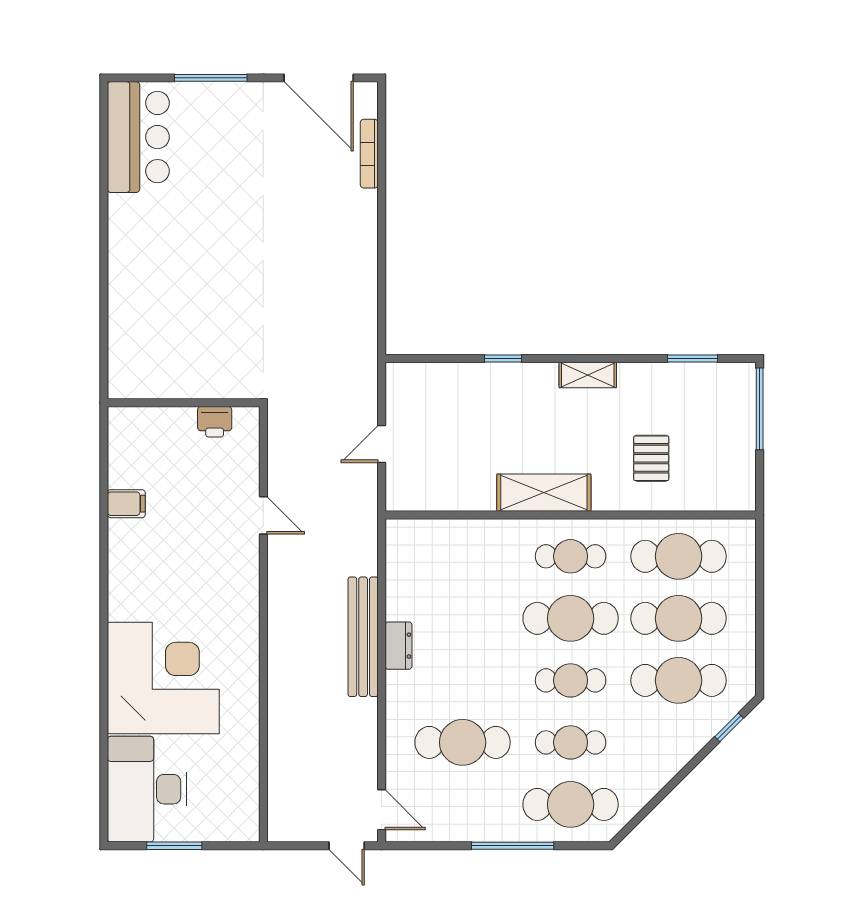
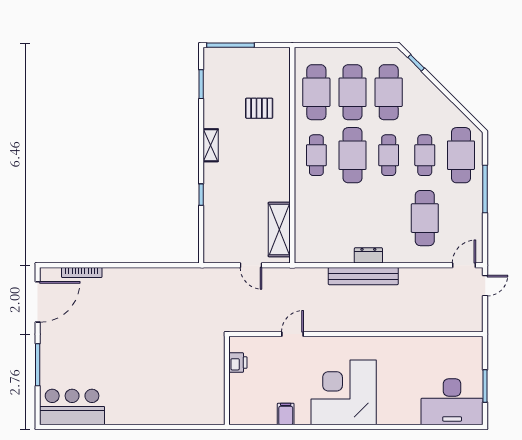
shelving: (544, 493) -> (279, 229), moved
corner desk: (163, 678) -> (344, 392), moved

